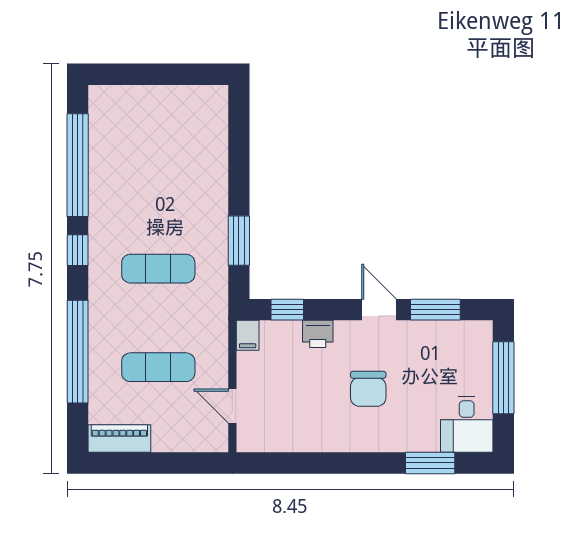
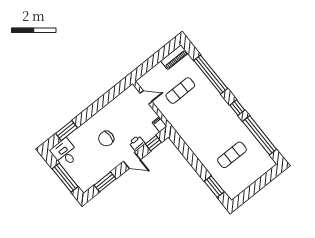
window: (239, 241) -> (214, 187), moved
exercise mat: (158, 269) -> (232, 155), moved
door: (379, 310) -> (132, 160), moved
chair: (368, 389) -> (106, 139), turned -90

